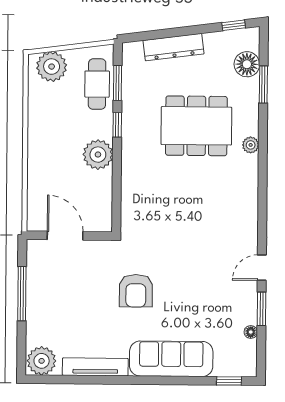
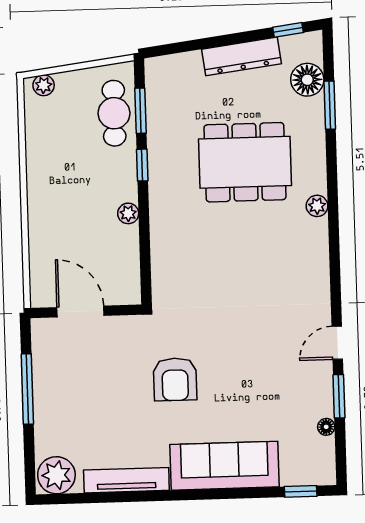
dresser: (174, 47) -> (242, 56), moved
plant: (52, 67) -> (44, 85), width x0.53, depth x0.53
plant: (251, 145) -> (317, 206), moved
plant: (98, 155) -> (128, 213), width x0.53, depth x0.53

